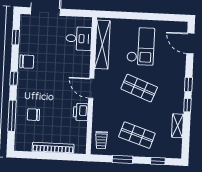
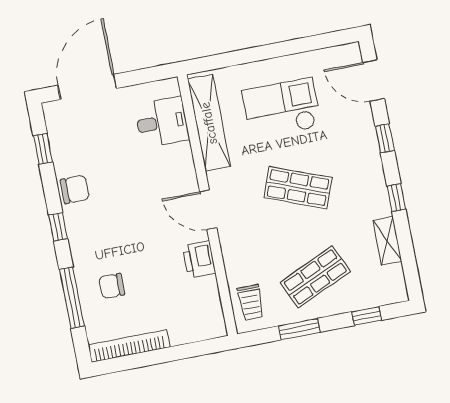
checkout: (141, 46) -> (282, 108), turned -90
window: (188, 85) -> (385, 138), moved
shop shelf: (137, 135) -> (315, 277), turned -42
bookcase: (53, 148) -> (129, 346), moved

